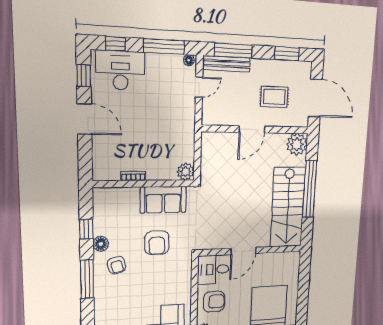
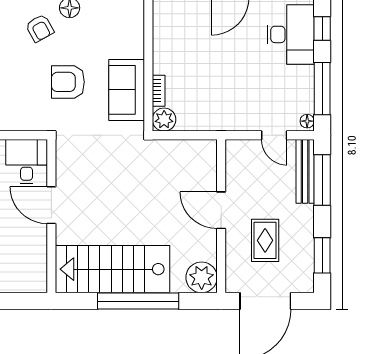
bookcase: (133, 176) -> (159, 91), moved
armchair: (117, 265) -> (40, 28), turned -102

